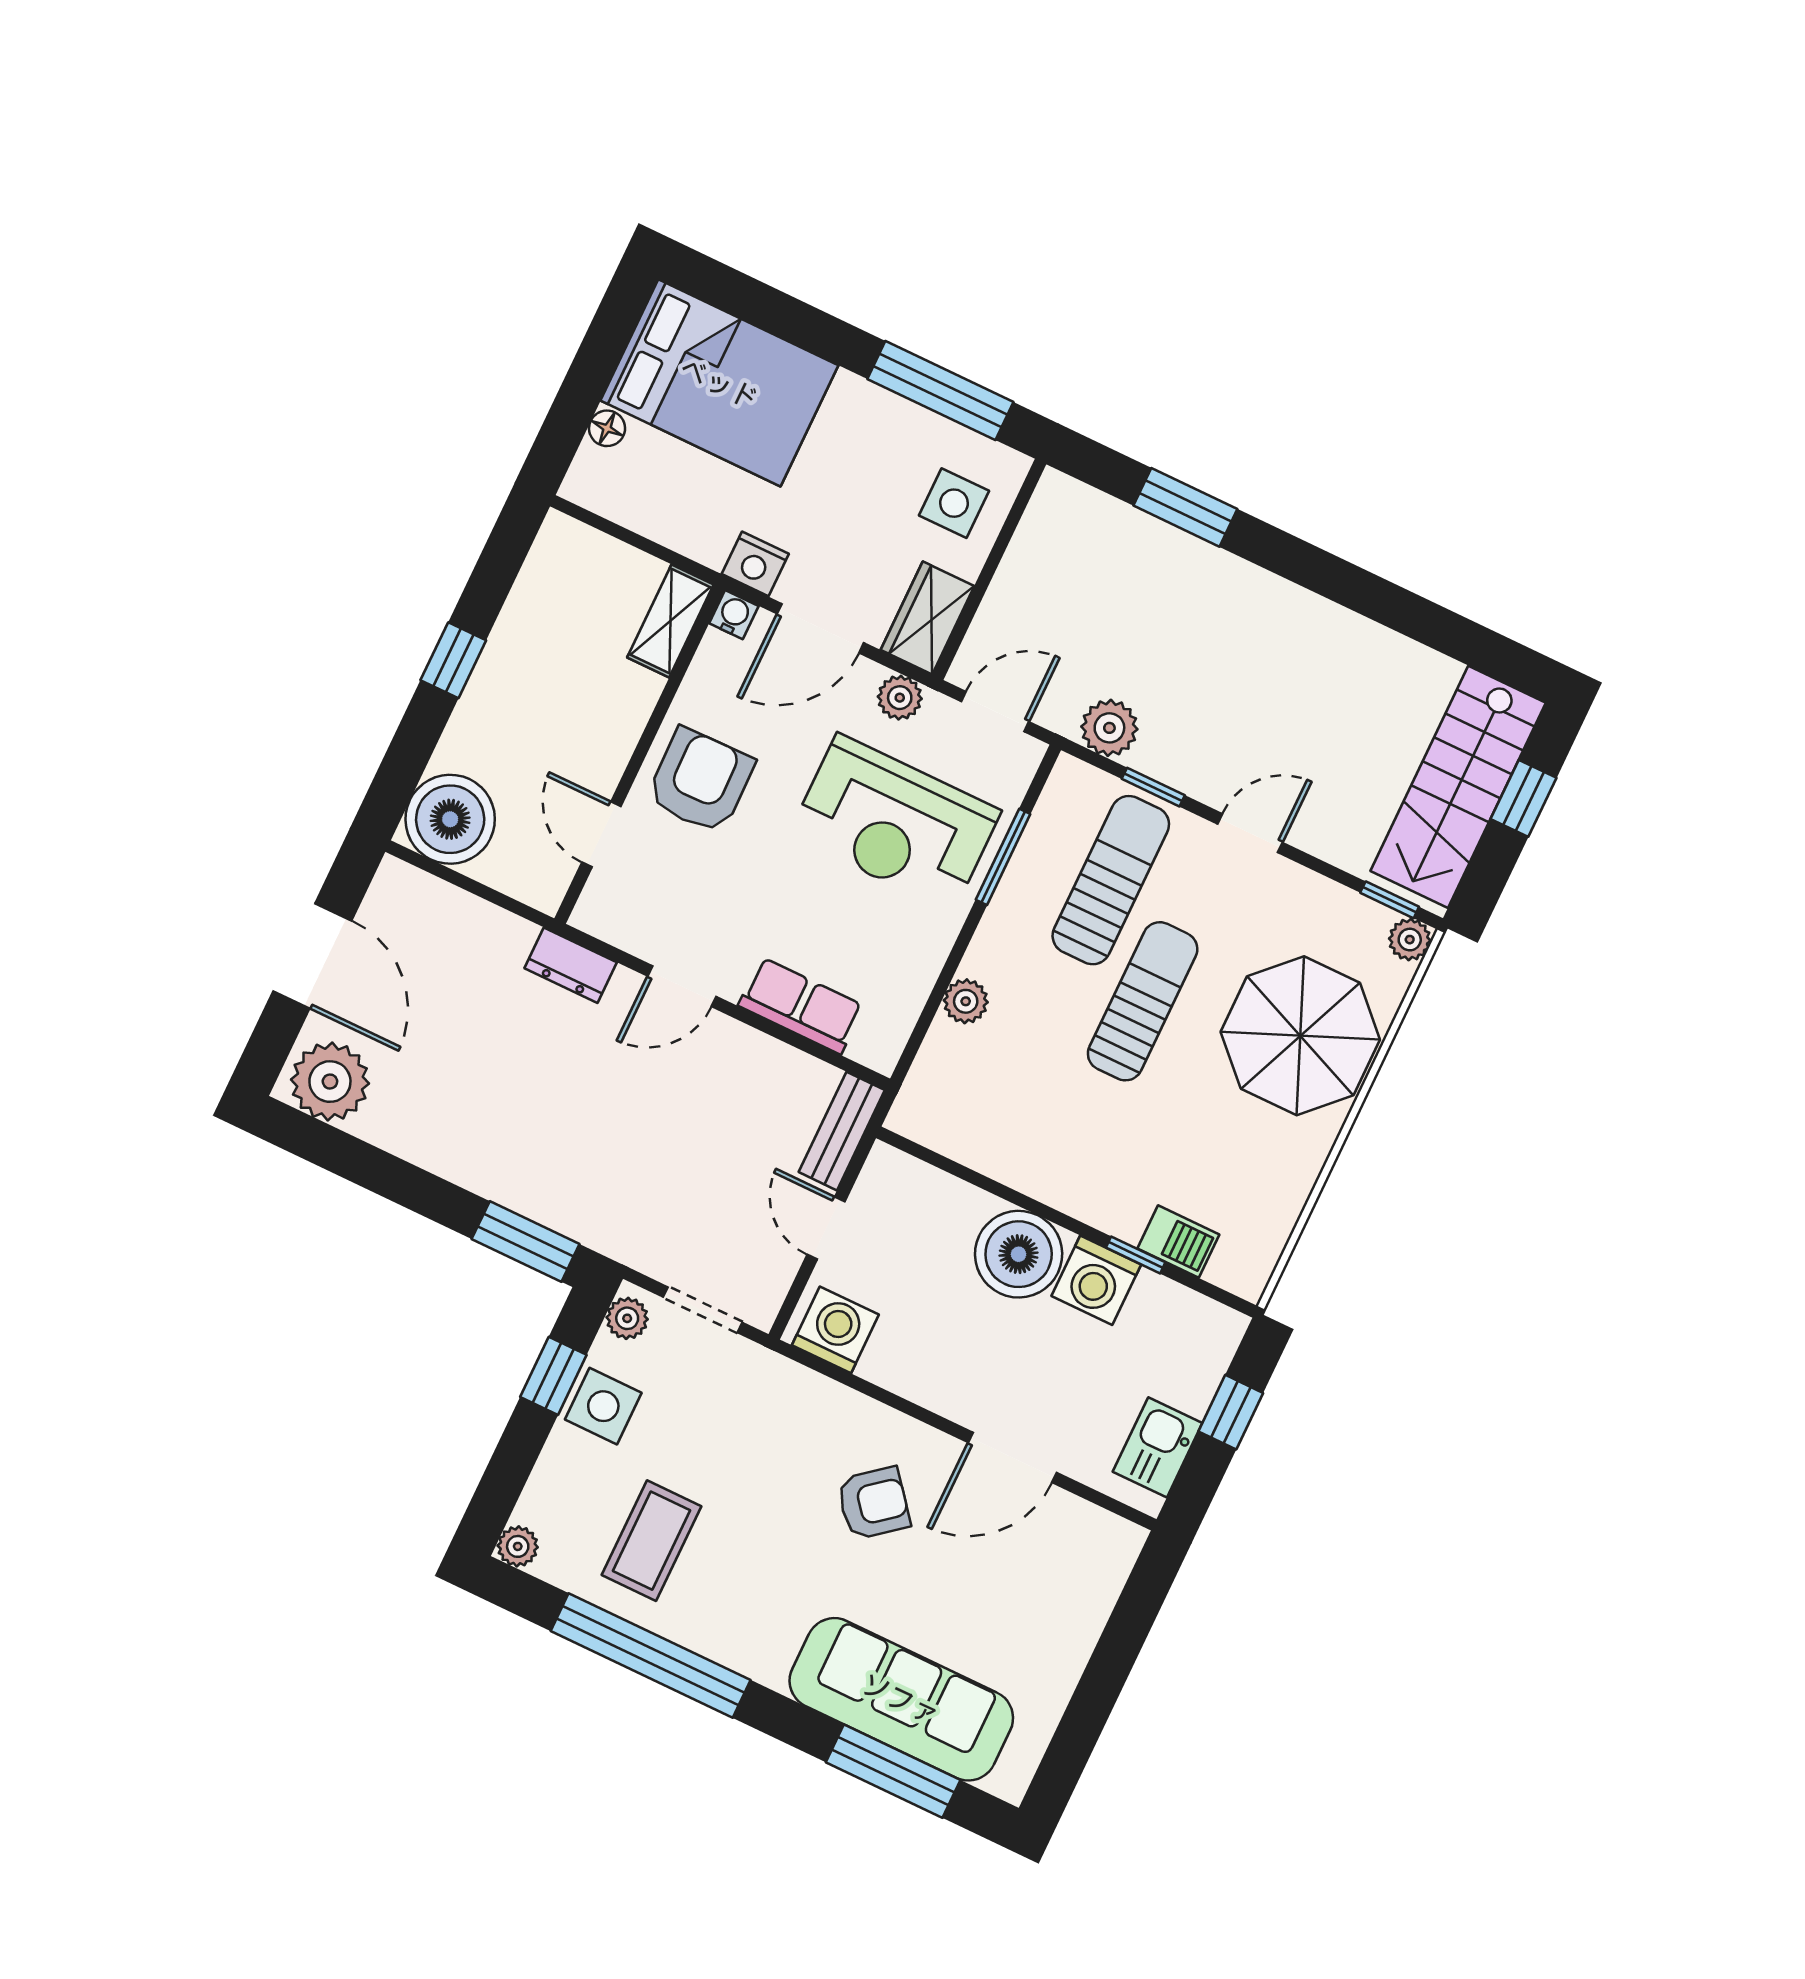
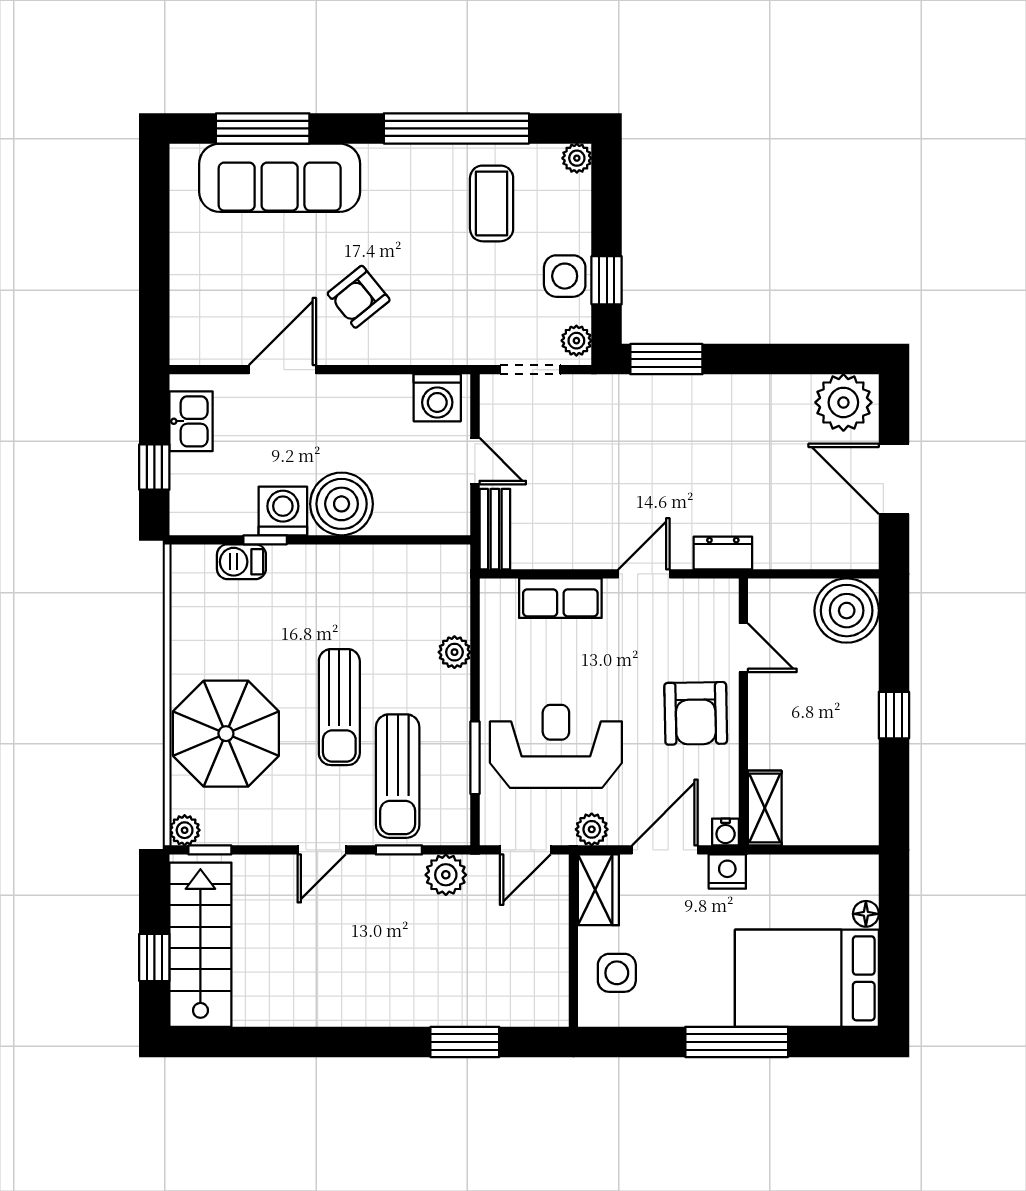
window: (940, 390) -> (737, 1042), moved

